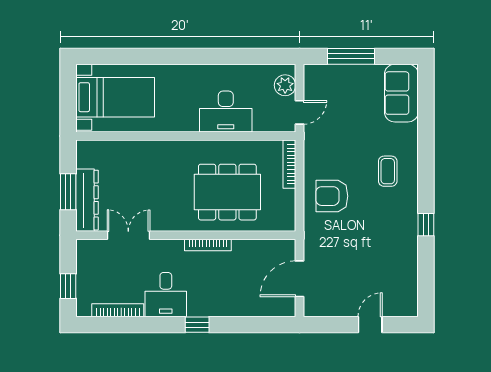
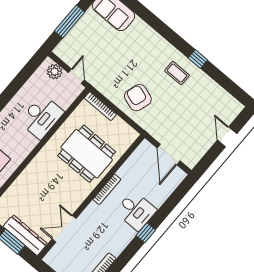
coffee table: (388, 171) -> (177, 73), moved
dining table: (227, 192) -> (87, 154), turned 90
armchair: (332, 196) -> (138, 98), turned 108
desk: (166, 295) -> (136, 211), moved

